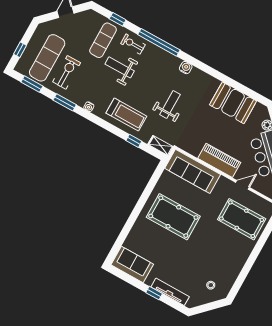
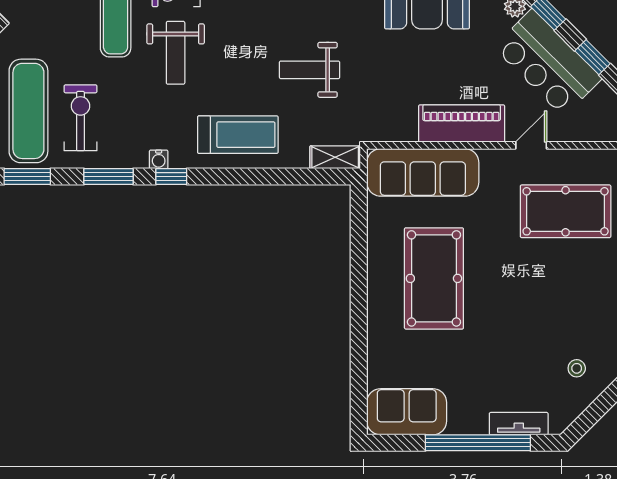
weight bench: (120, 67) -> (176, 53), turned -90
weight bench: (170, 104) -> (310, 70), turned -90
window: (134, 141) -> (171, 176), moved
pool table: (173, 217) -> (434, 278), turned 90
tv unit: (170, 292) -> (519, 424), width x0.71
window: (154, 293) -> (478, 443), width x3.17

